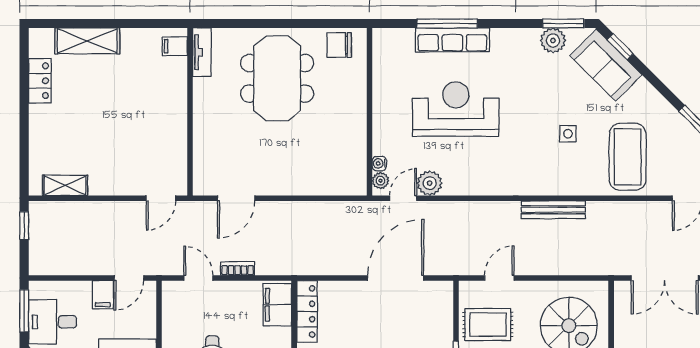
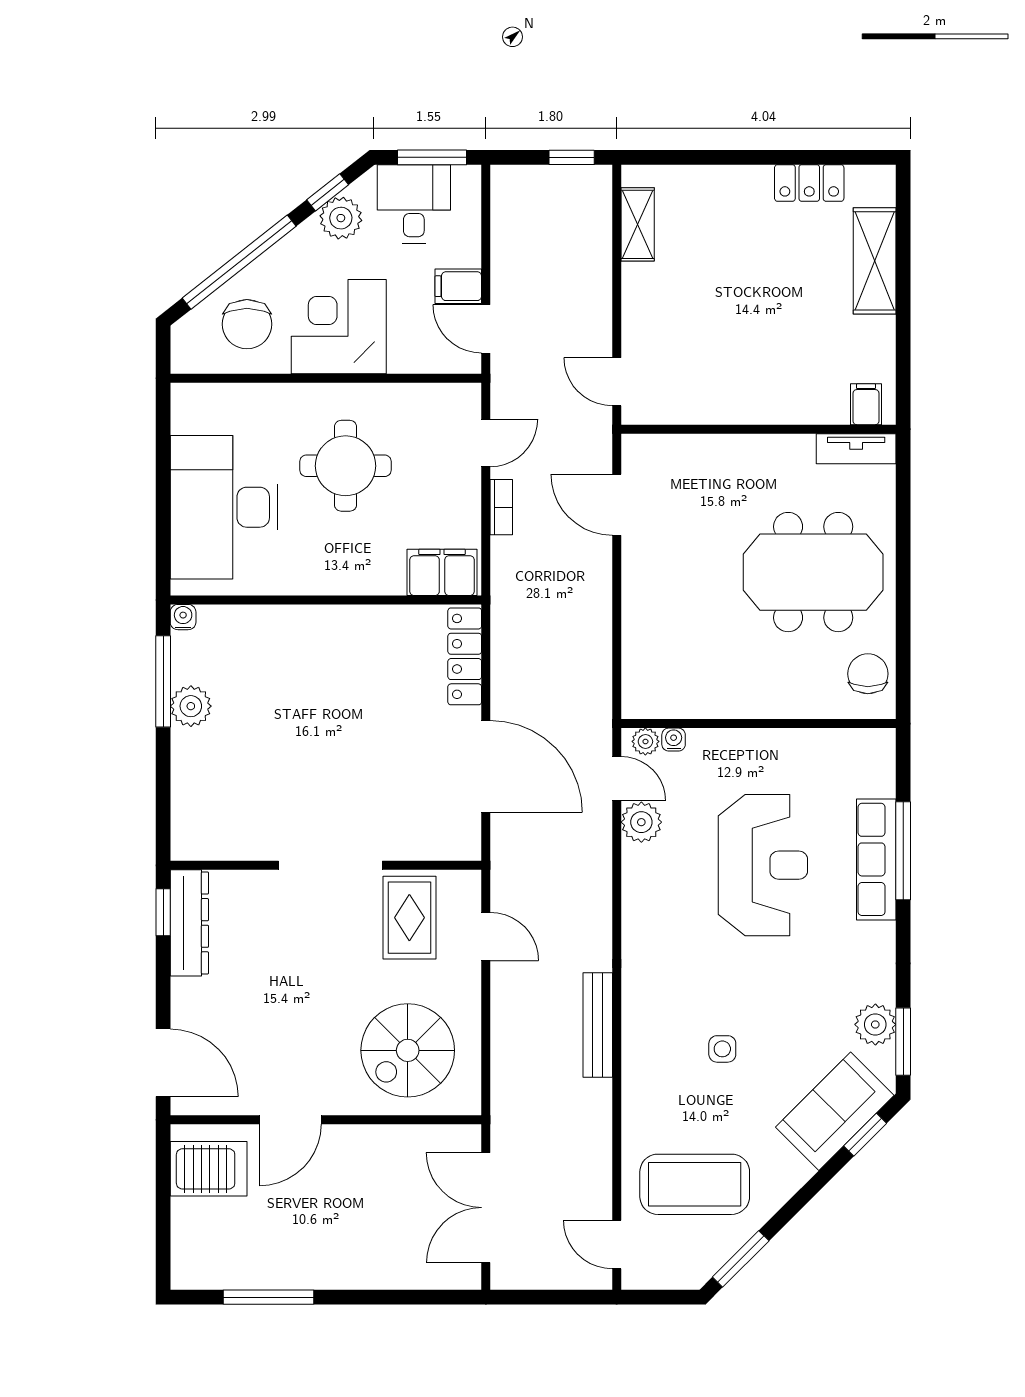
coffee table: (628, 157) -> (695, 1184), moved
locker: (307, 311) -> (465, 656), moved, turned 90

